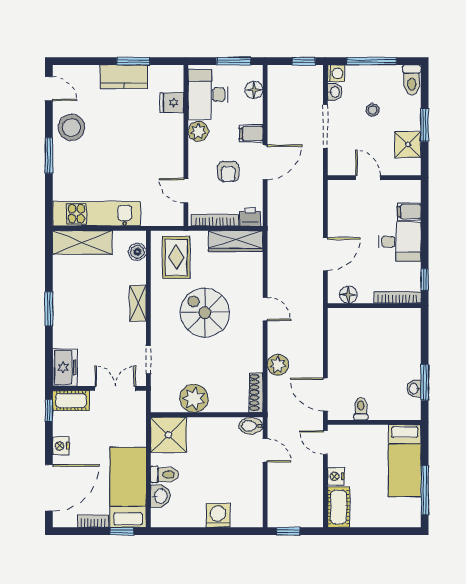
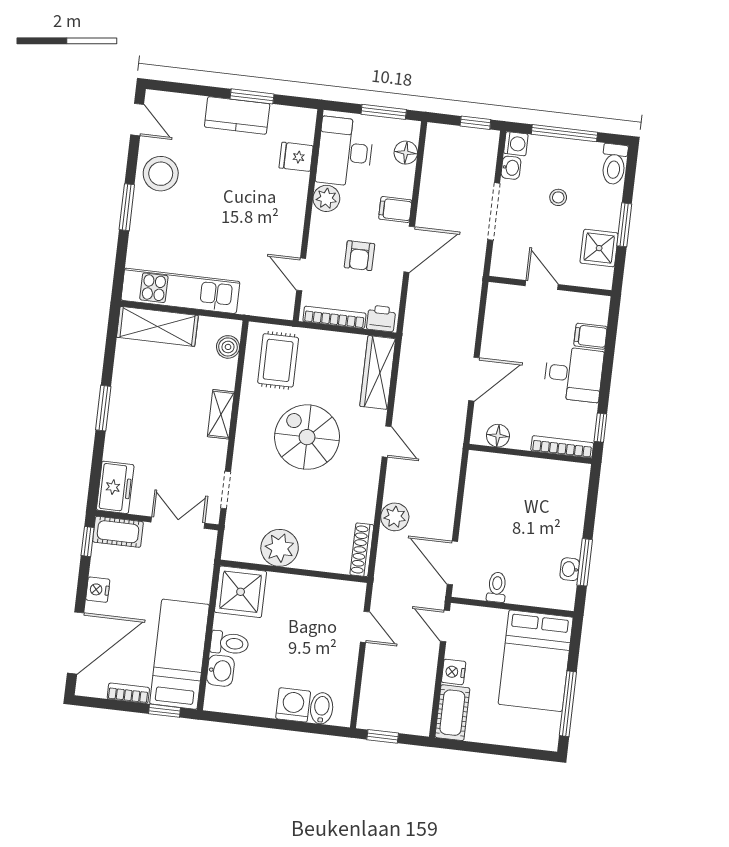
wardrobe: (236, 241) -> (378, 372), moved, turned 90
bidet: (251, 426) -> (322, 708), moved, turned 90
bed: (405, 461) -> (536, 661), width x1.50

